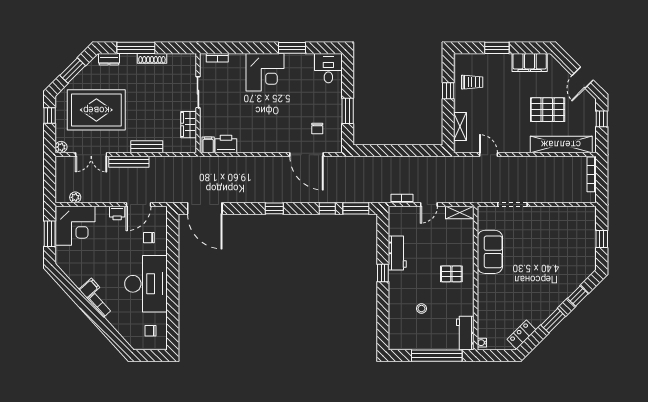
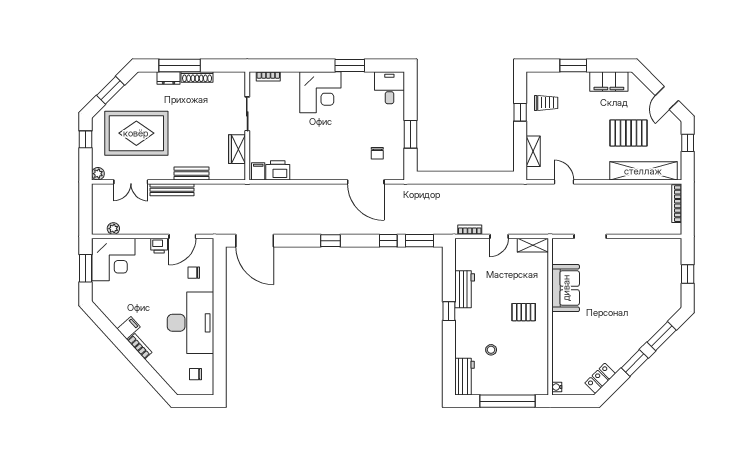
dresser: (109, 59) -> (169, 78), moved
window: (578, 296) -> (662, 336), width x1.50
workbench: (465, 333) -> (465, 377), moved, turned 180

